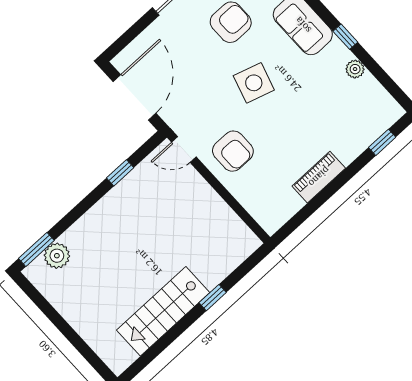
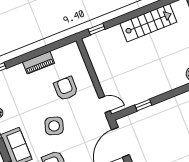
armchair: (233, 151) -> (66, 89), moved
window: (213, 298) -> (97, 29), moved

